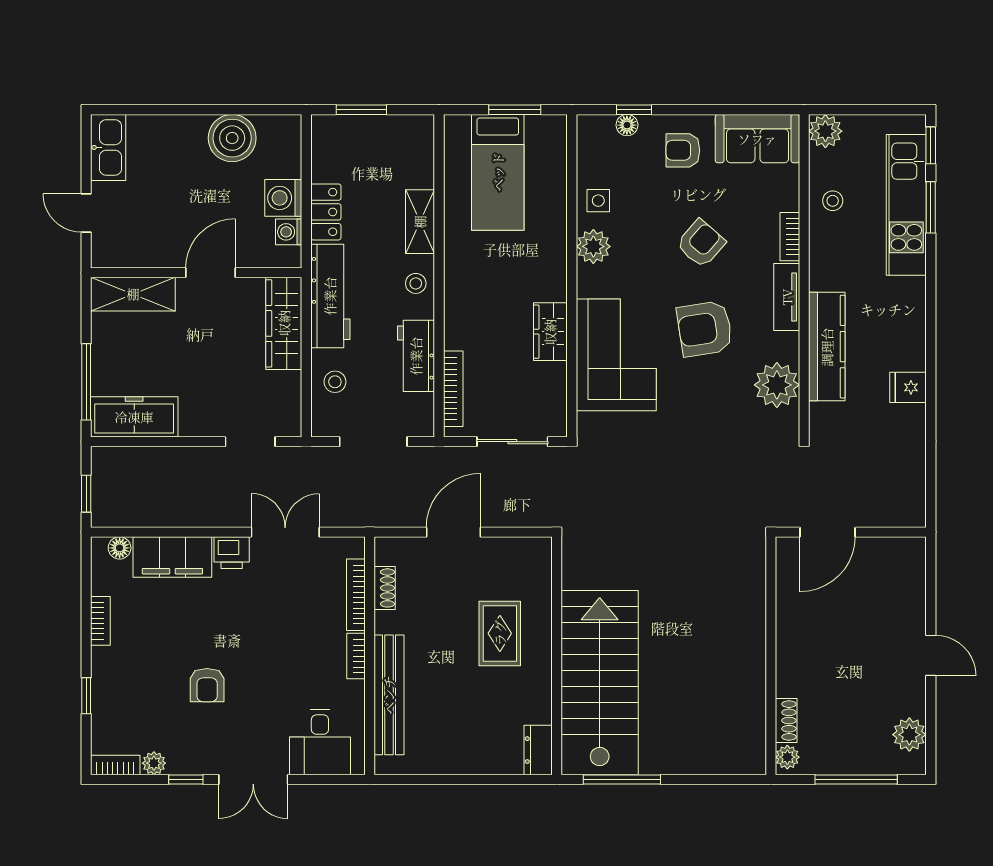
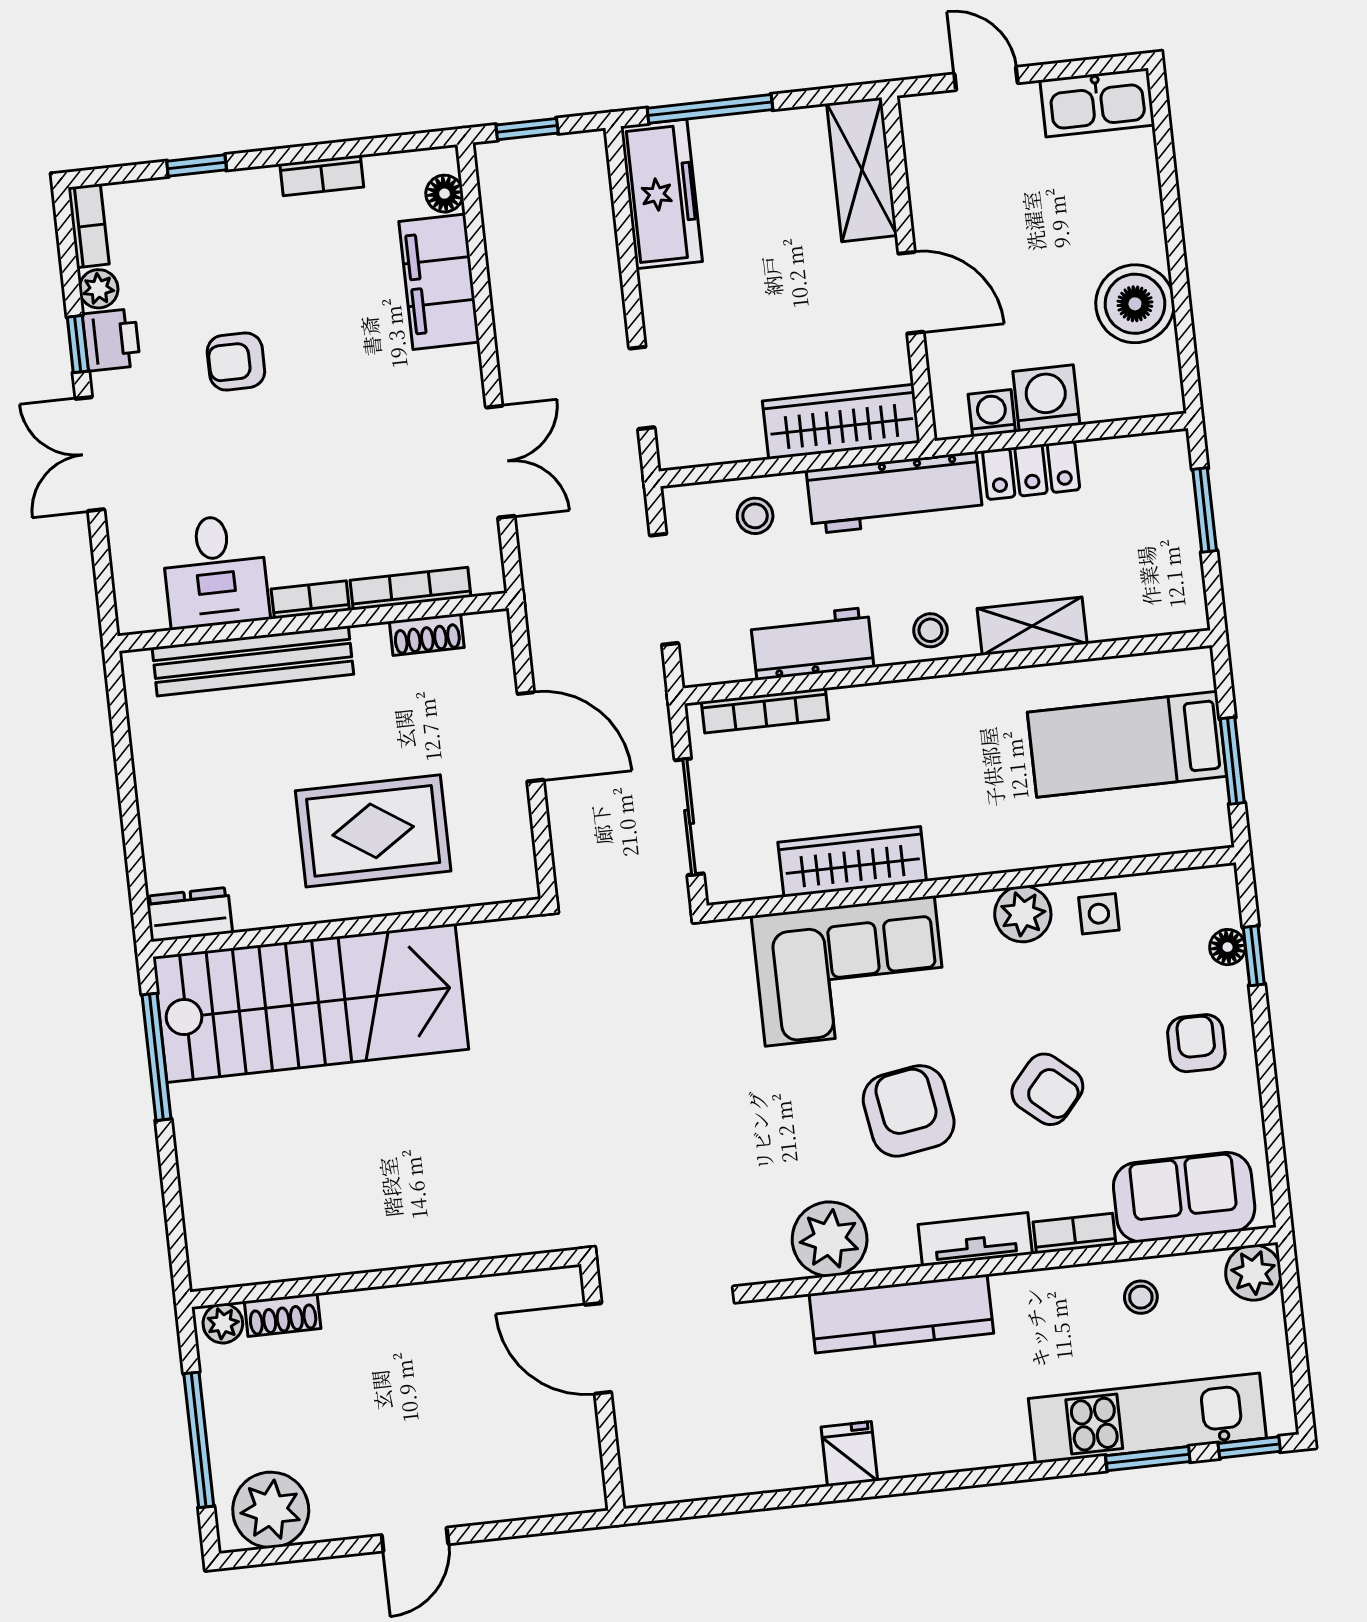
sofa: (757, 139) -> (1184, 1197), moved, turned 90
door: (86, 213) -> (986, 78), hinge flipped
wardrobe: (550, 332) -> (852, 862), width x1.50
printer: (232, 553) -> (111, 340), moved, turned 180
rug: (500, 633) -> (373, 831), width x1.36, depth x1.43
plant: (909, 735) -> (271, 1510), width x1.36, depth x1.36
desk: (320, 742) -> (215, 571), moved, turned -90

